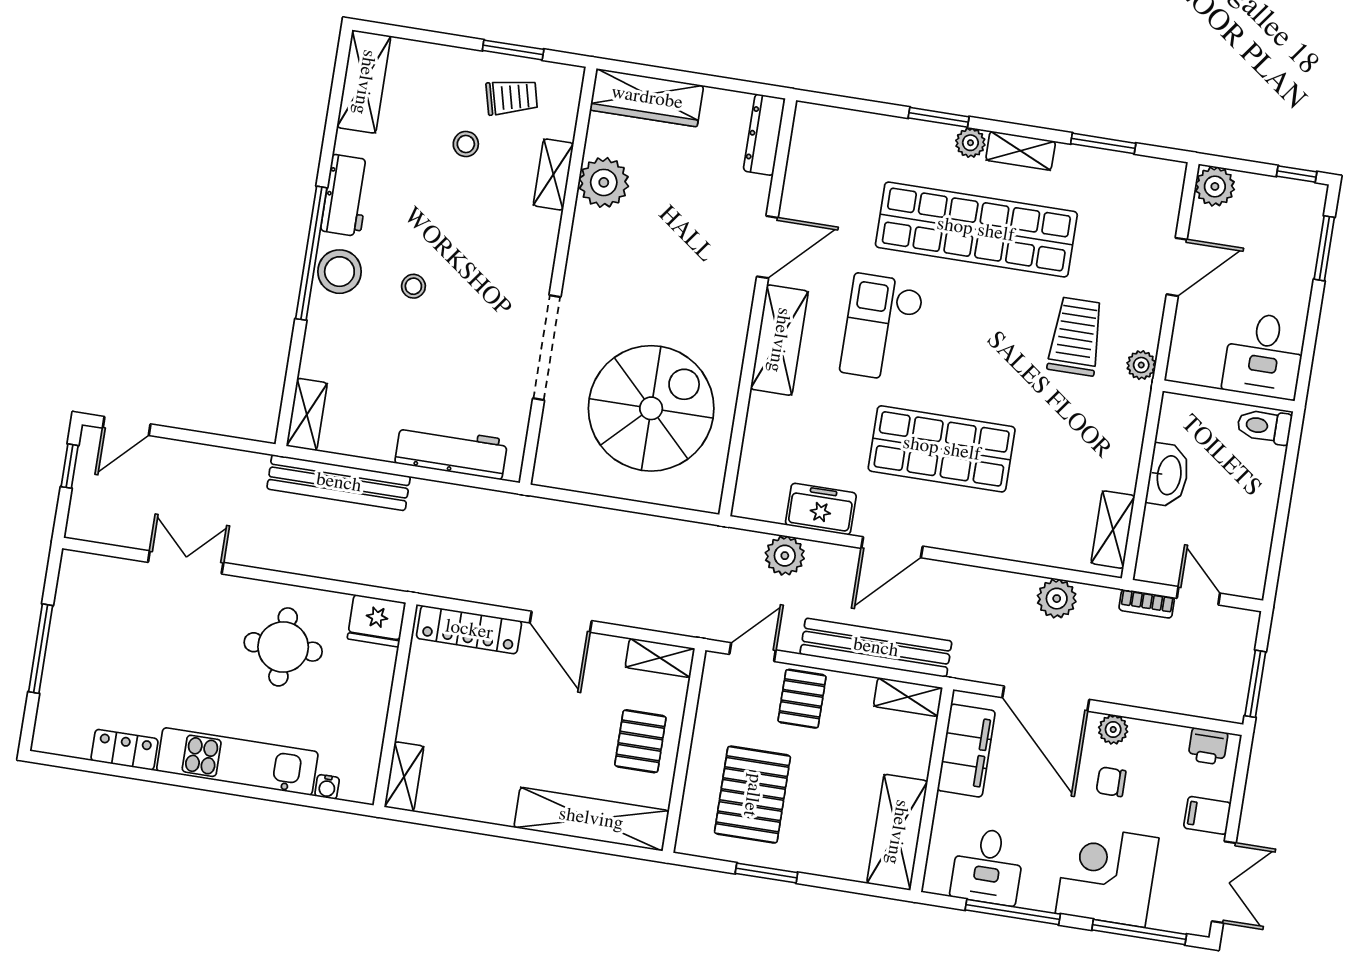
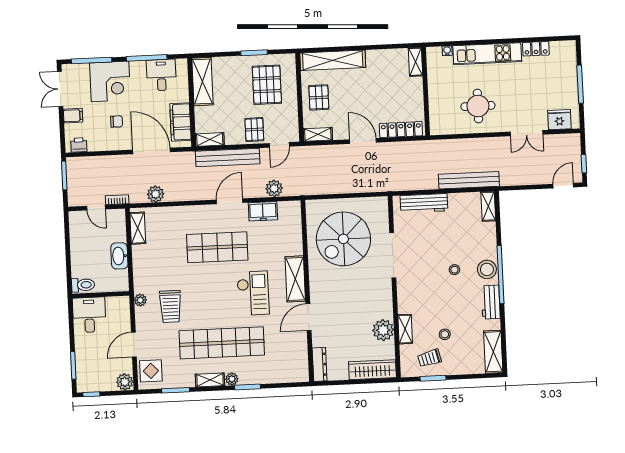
display table: (1150, 199) -> (151, 371), added
fridge: (376, 621) -> (559, 120), moved
plant: (1113, 730) -> (120, 144), removed

